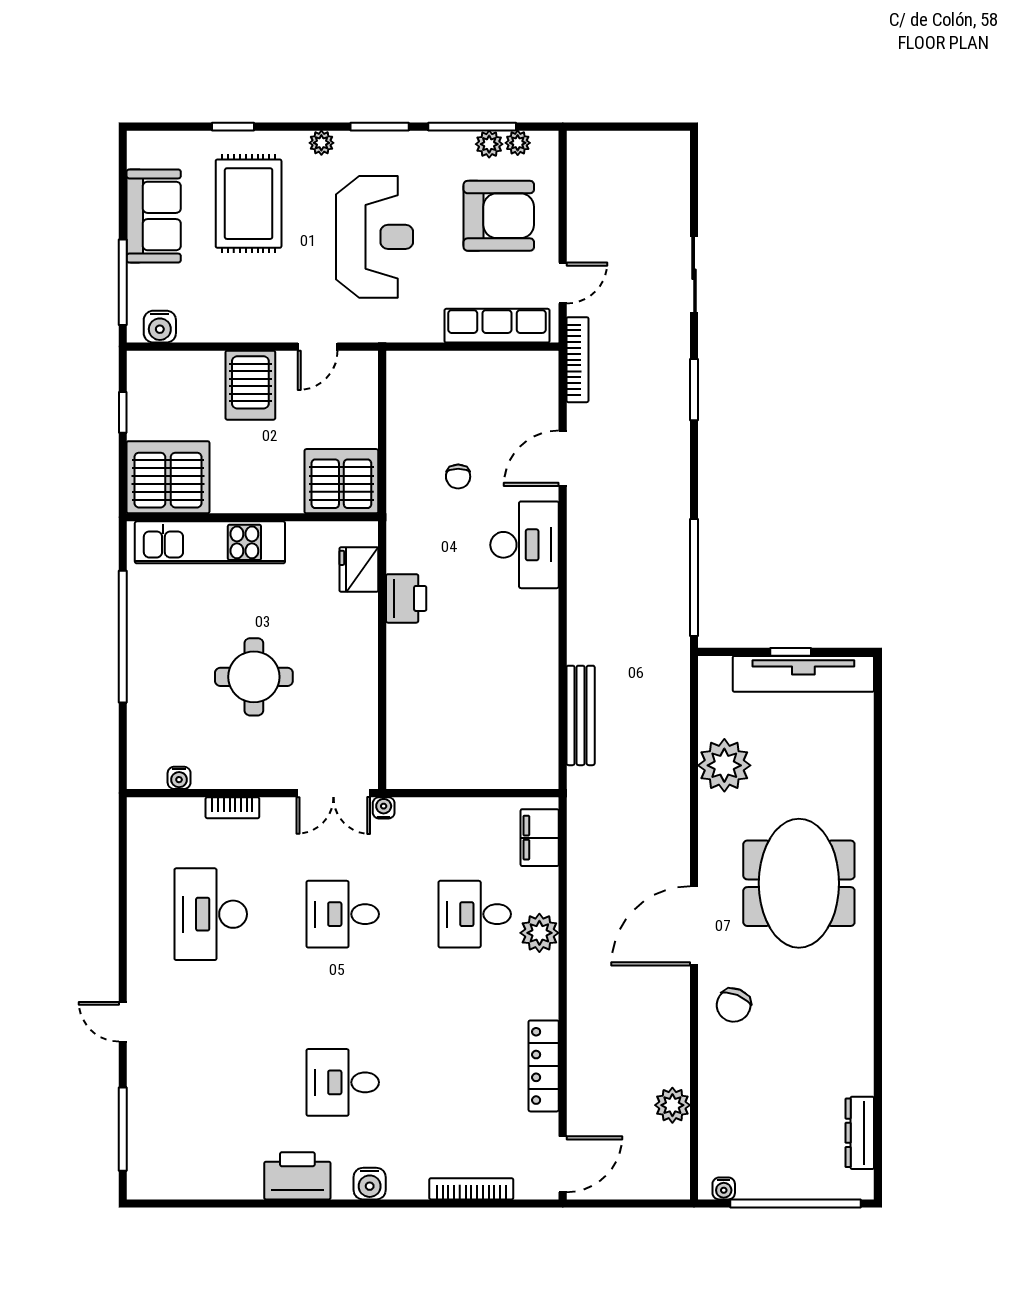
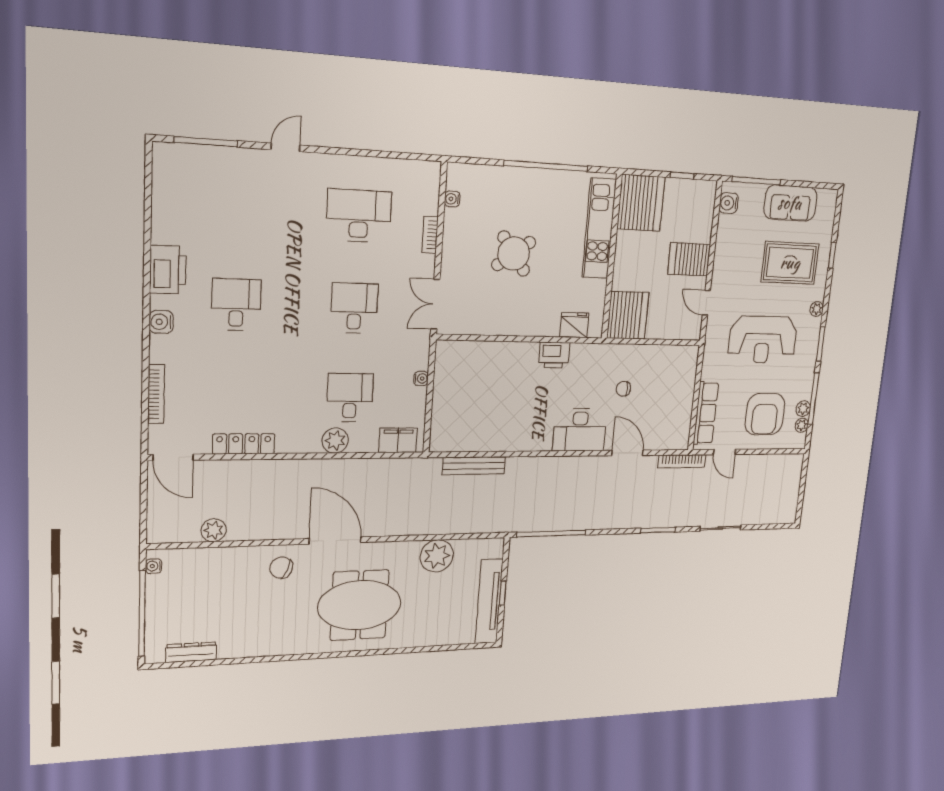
round table: (254, 677) -> (514, 254), turned -36
water cooler: (384, 808) -> (421, 378), moved

